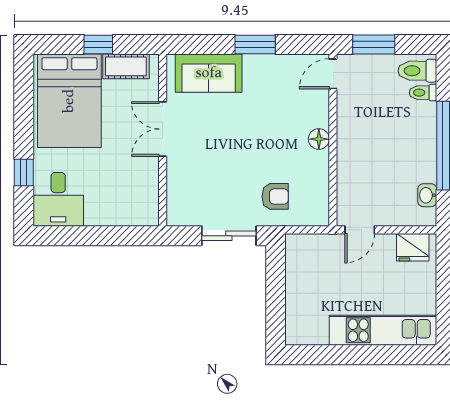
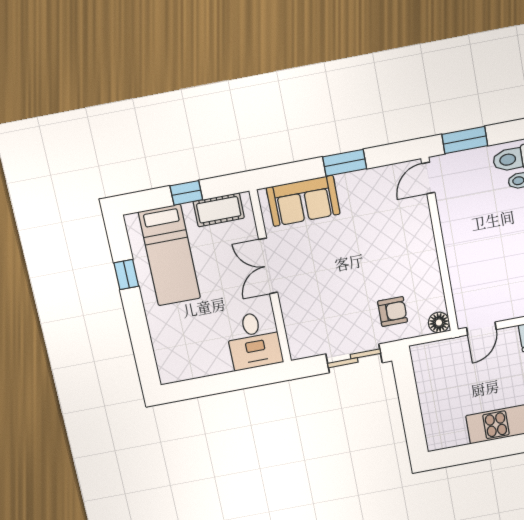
bed: (69, 101) -> (169, 255), width x0.67
floor lamp: (319, 139) -> (439, 323), moved
window: (24, 173) -> (126, 275), moved
desk: (58, 199) -> (254, 341), moved

